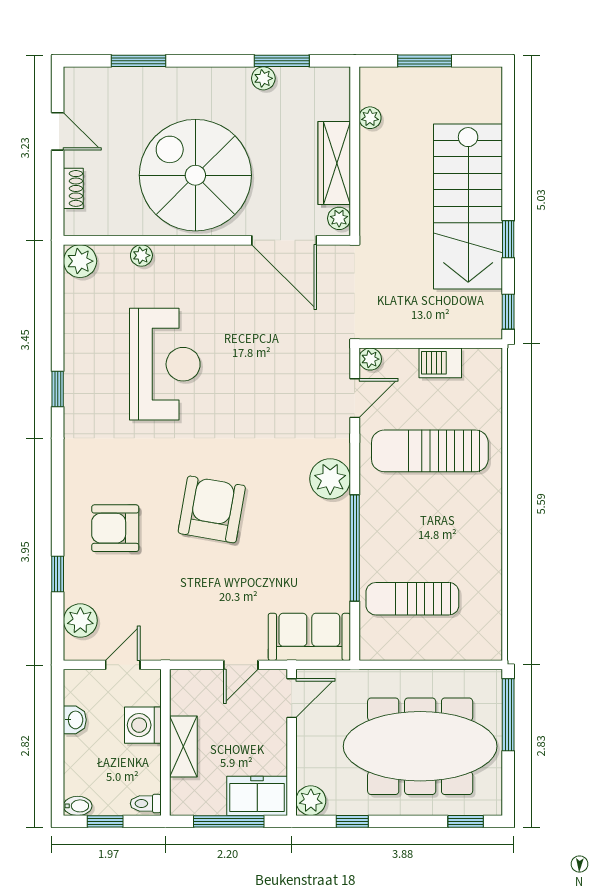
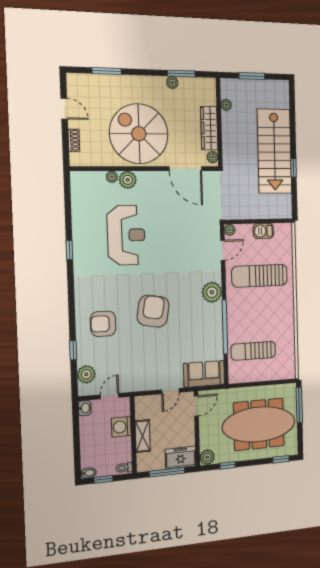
plant: (80, 261) -> (128, 180), moved
window: (508, 312) -> (294, 204), removed
washbasin: (75, 720) -> (85, 408), moved

